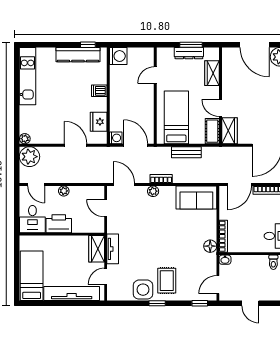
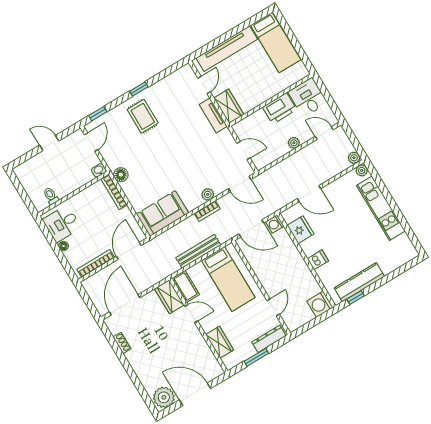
dresser: (189, 53) -> (269, 339), moved
kitchen unit: (28, 76) -> (381, 208), moved
bench: (186, 152) -> (198, 251), width x1.36
plant: (29, 157) -> (354, 158), width x0.53, depth x0.53
side table: (143, 290) -> (160, 94), removed

